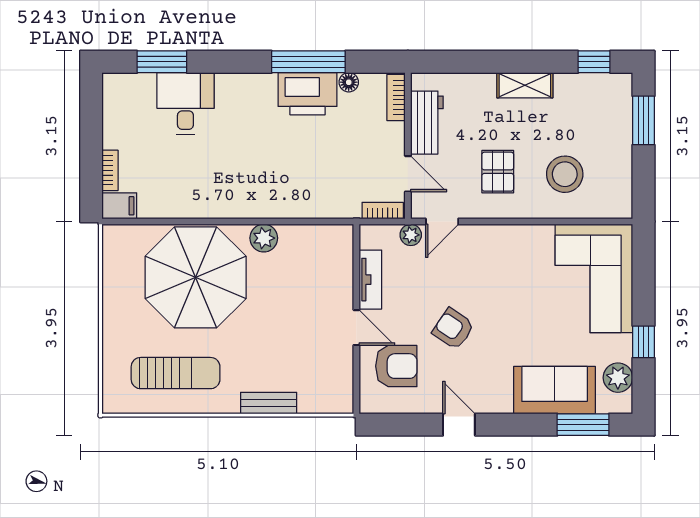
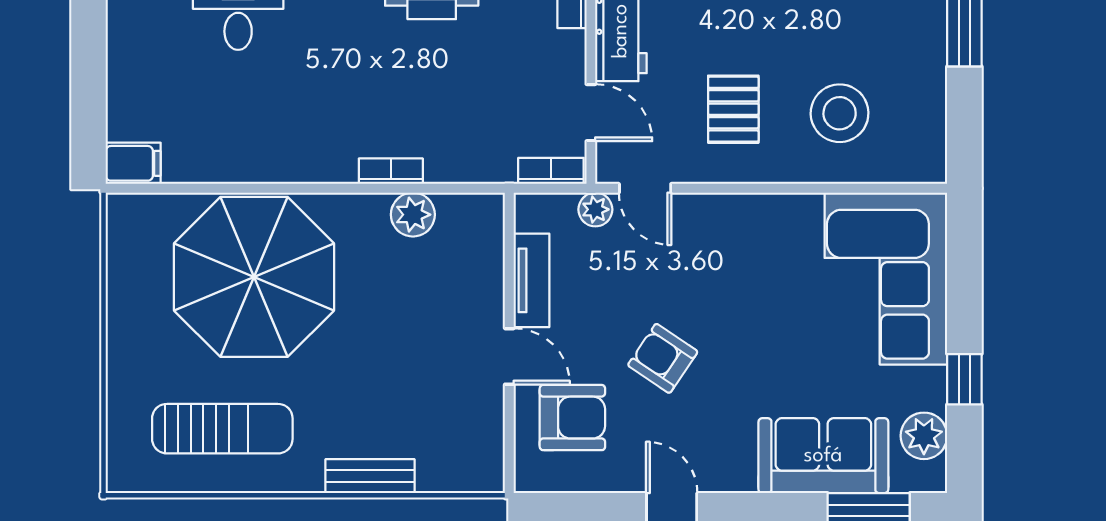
bookcase: (110, 170) -> (391, 171), moved, turned -90
door: (442, 222) -> (645, 188), hinge flipped
plant: (264, 238) -> (413, 215), moved

